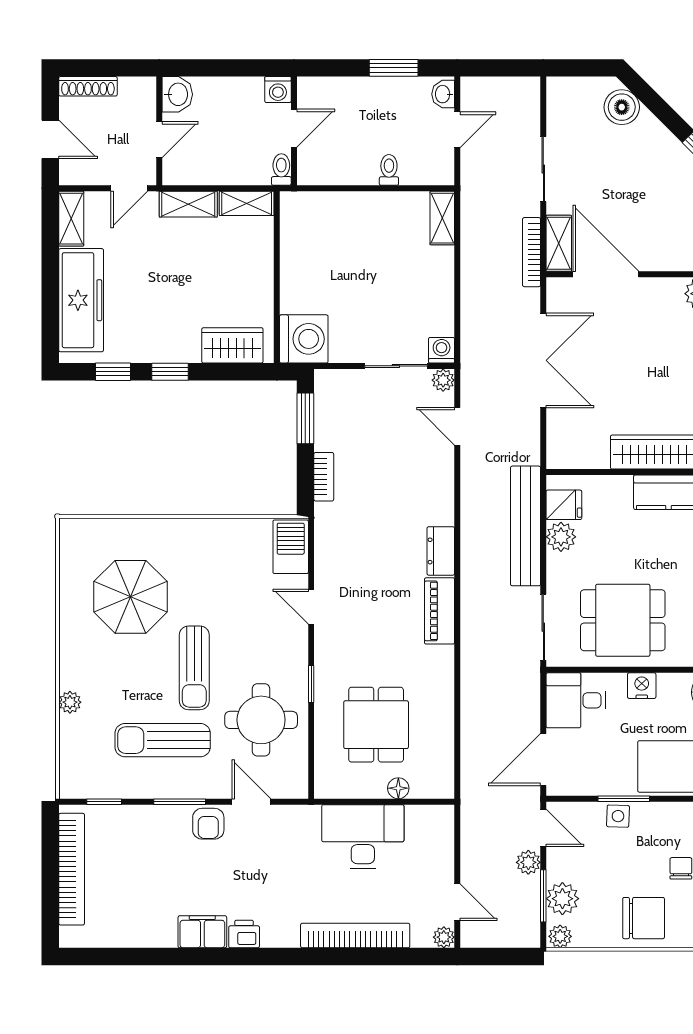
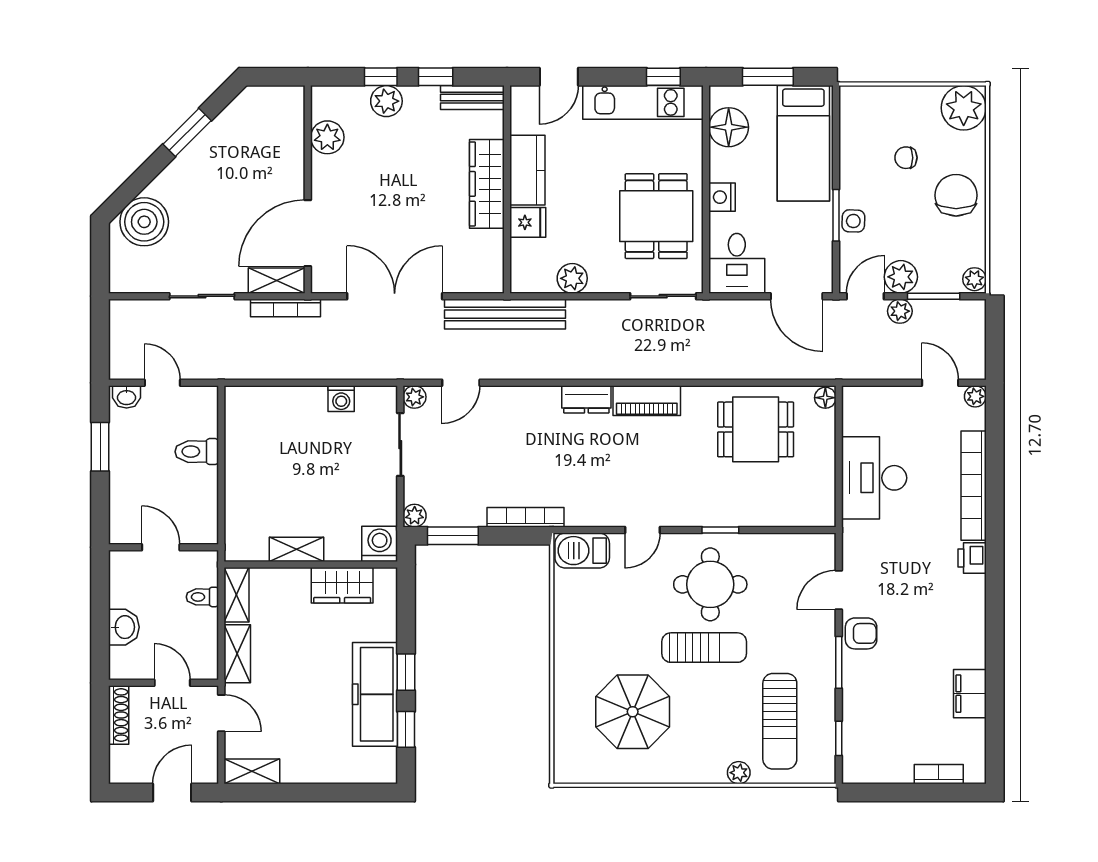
shoe rack: (88, 86) -> (119, 715), moved
washing machine: (278, 90) -> (122, 563), removed
washbasin: (177, 94) -> (124, 627), moved, turned 90
boiler: (622, 107) -> (144, 222), width x1.37, depth x1.37
toilet: (281, 170) -> (202, 597), moved
toilet: (389, 170) -> (197, 452), width x1.37, depth x1.39
shelving: (442, 218) -> (296, 549), moved
freezer: (81, 300) -> (375, 694), moved, turned -90
washing machine: (304, 339) -> (380, 544), width x0.73, depth x0.73
wardrobe: (232, 345) -> (342, 585), moved, turned -90
washing machine: (442, 350) -> (341, 399), moved, turned -90
plant: (325, 380) -> (415, 516), added
bookcase: (324, 477) -> (526, 517), width x1.56
fridge: (564, 505) -> (528, 222), moved, turned 90
bench: (526, 526) -> (505, 314), moved
round table: (261, 720) -> (710, 584), moved
dining table: (376, 725) -> (756, 429), moved
sun lounger: (163, 740) -> (780, 721), moved
floor lamp: (398, 788) -> (825, 398), moved
bookcase: (72, 869) -> (939, 774), width x0.43, depth x0.76
plant: (562, 899) -> (901, 277), moved
door: (457, 902) -> (940, 383), hinge flipped
filing cabinet: (202, 932) -> (970, 694), moved
printer: (244, 934) -> (972, 558), moved

